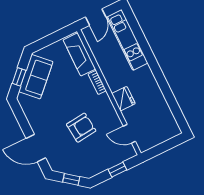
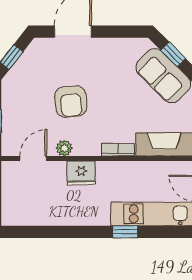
window: (147, 52) -> (125, 232), added
plant: (113, 117) -> (64, 148), added

